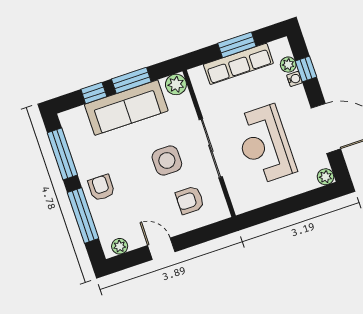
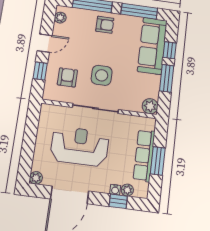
sofa: (126, 108) -> (152, 46), moved
window: (198, 236) -> (40, 71), added

